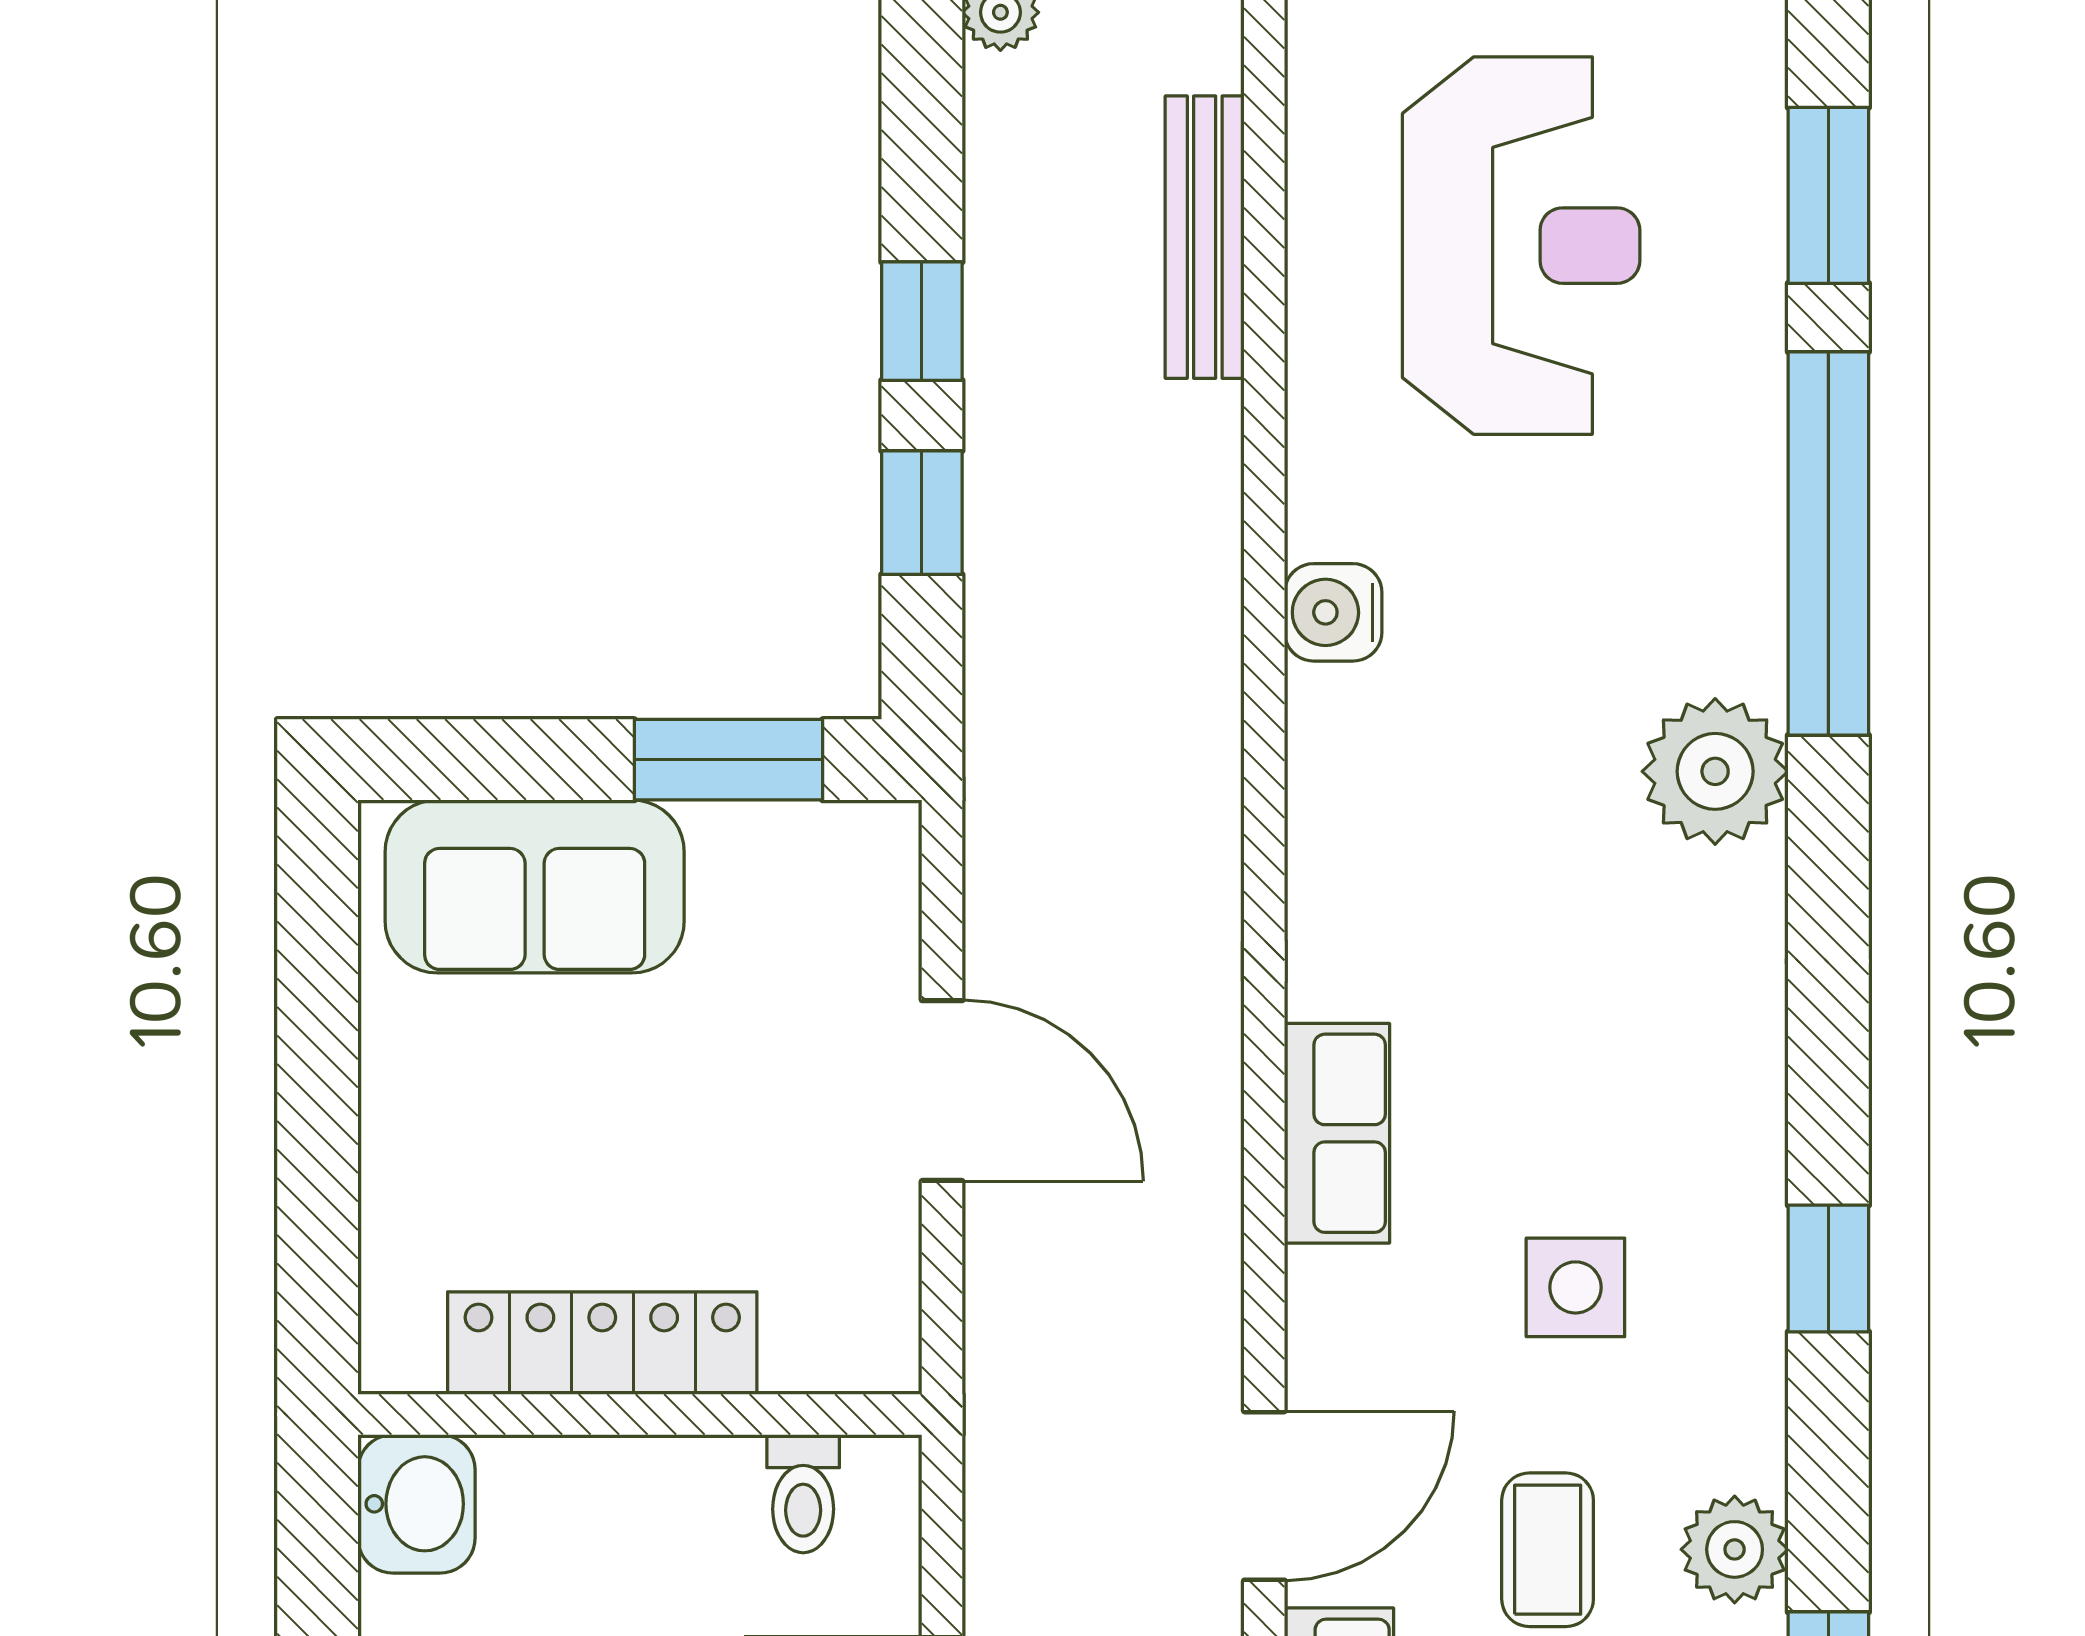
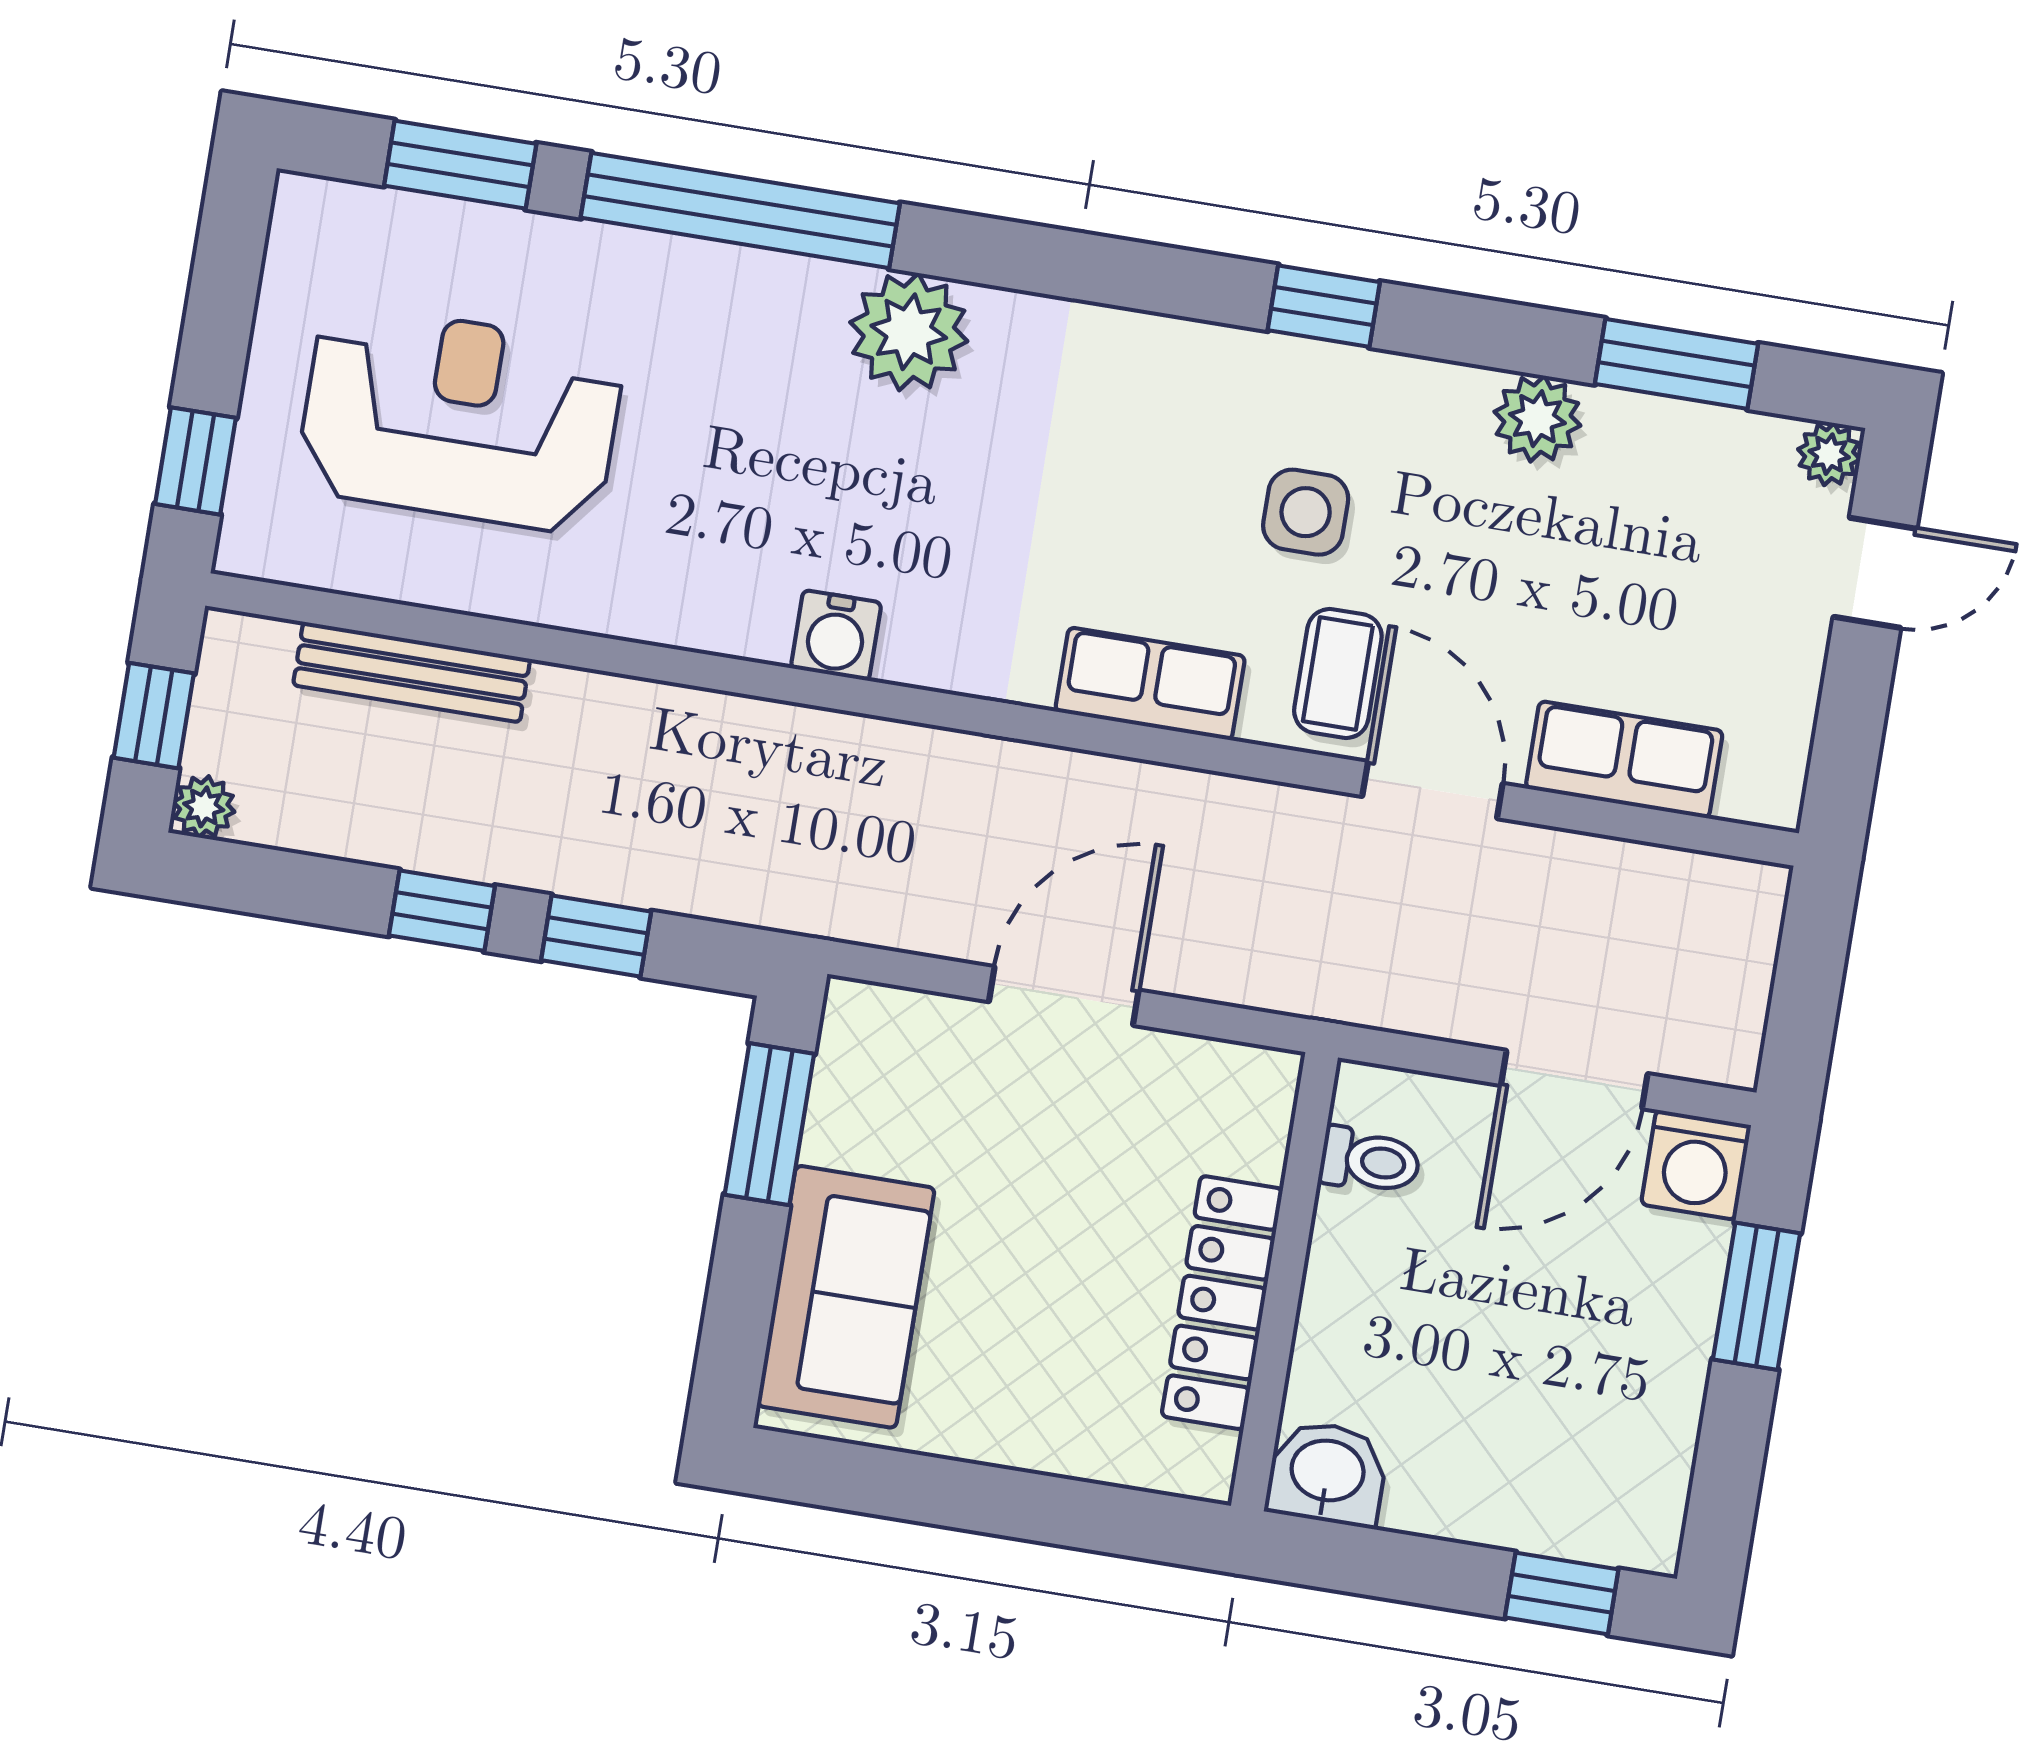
water cooler: (1333, 612) -> (836, 635), moved
coffee table: (1548, 1550) -> (1338, 674), moved, turned 90

